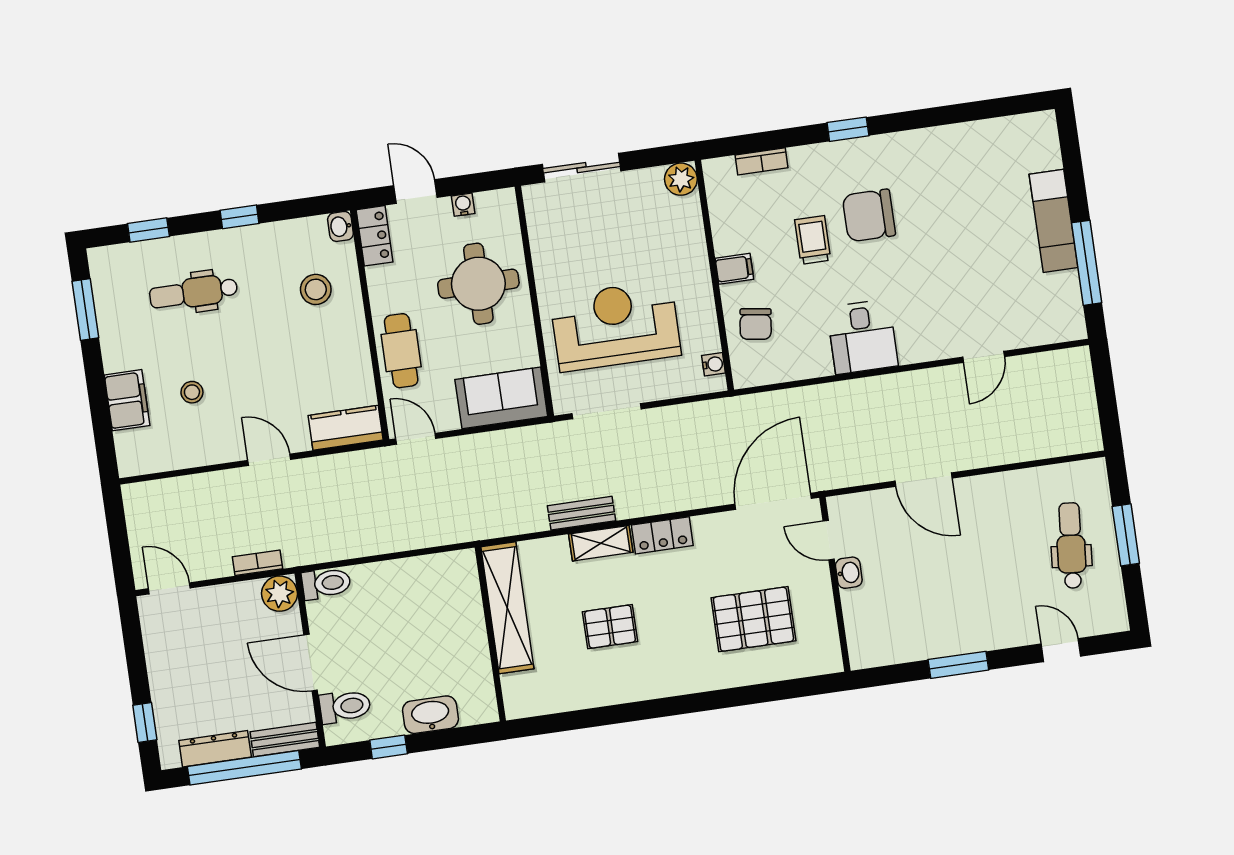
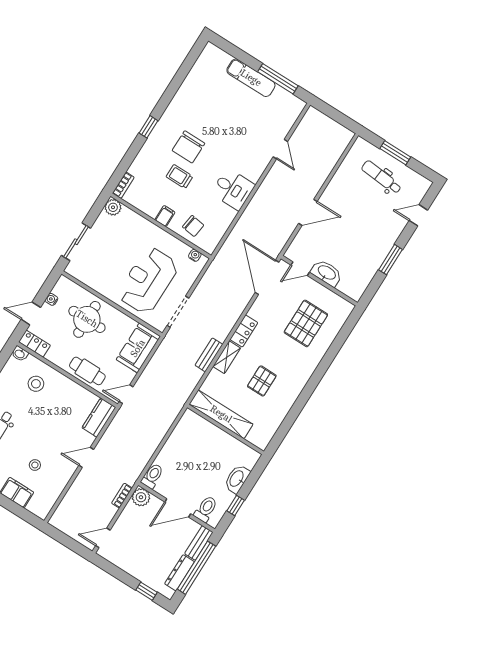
bookcase: (761, 161) -> (123, 185), moved
washbasin: (849, 573) -> (327, 273), width x1.91, depth x1.45

